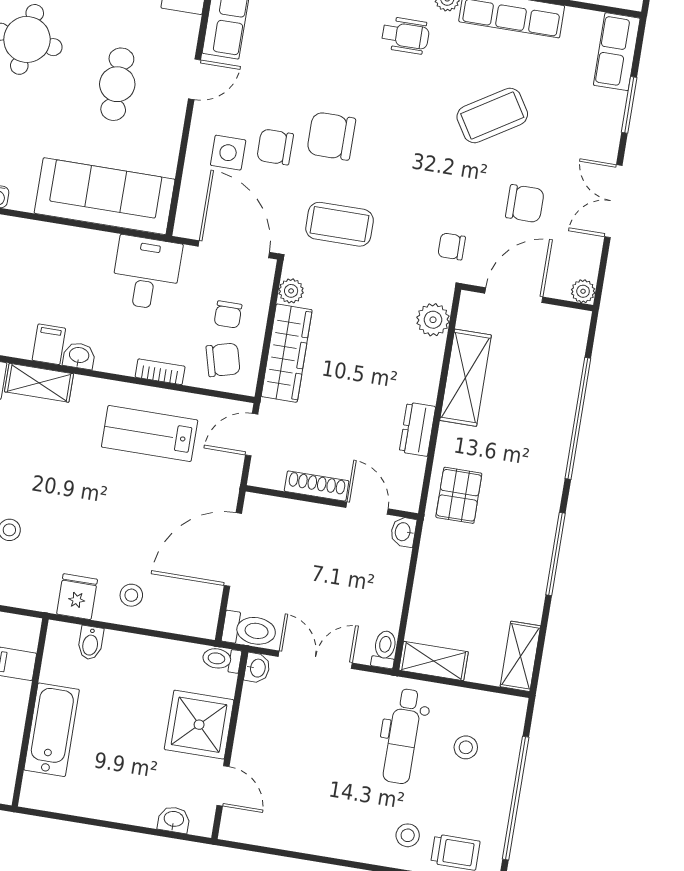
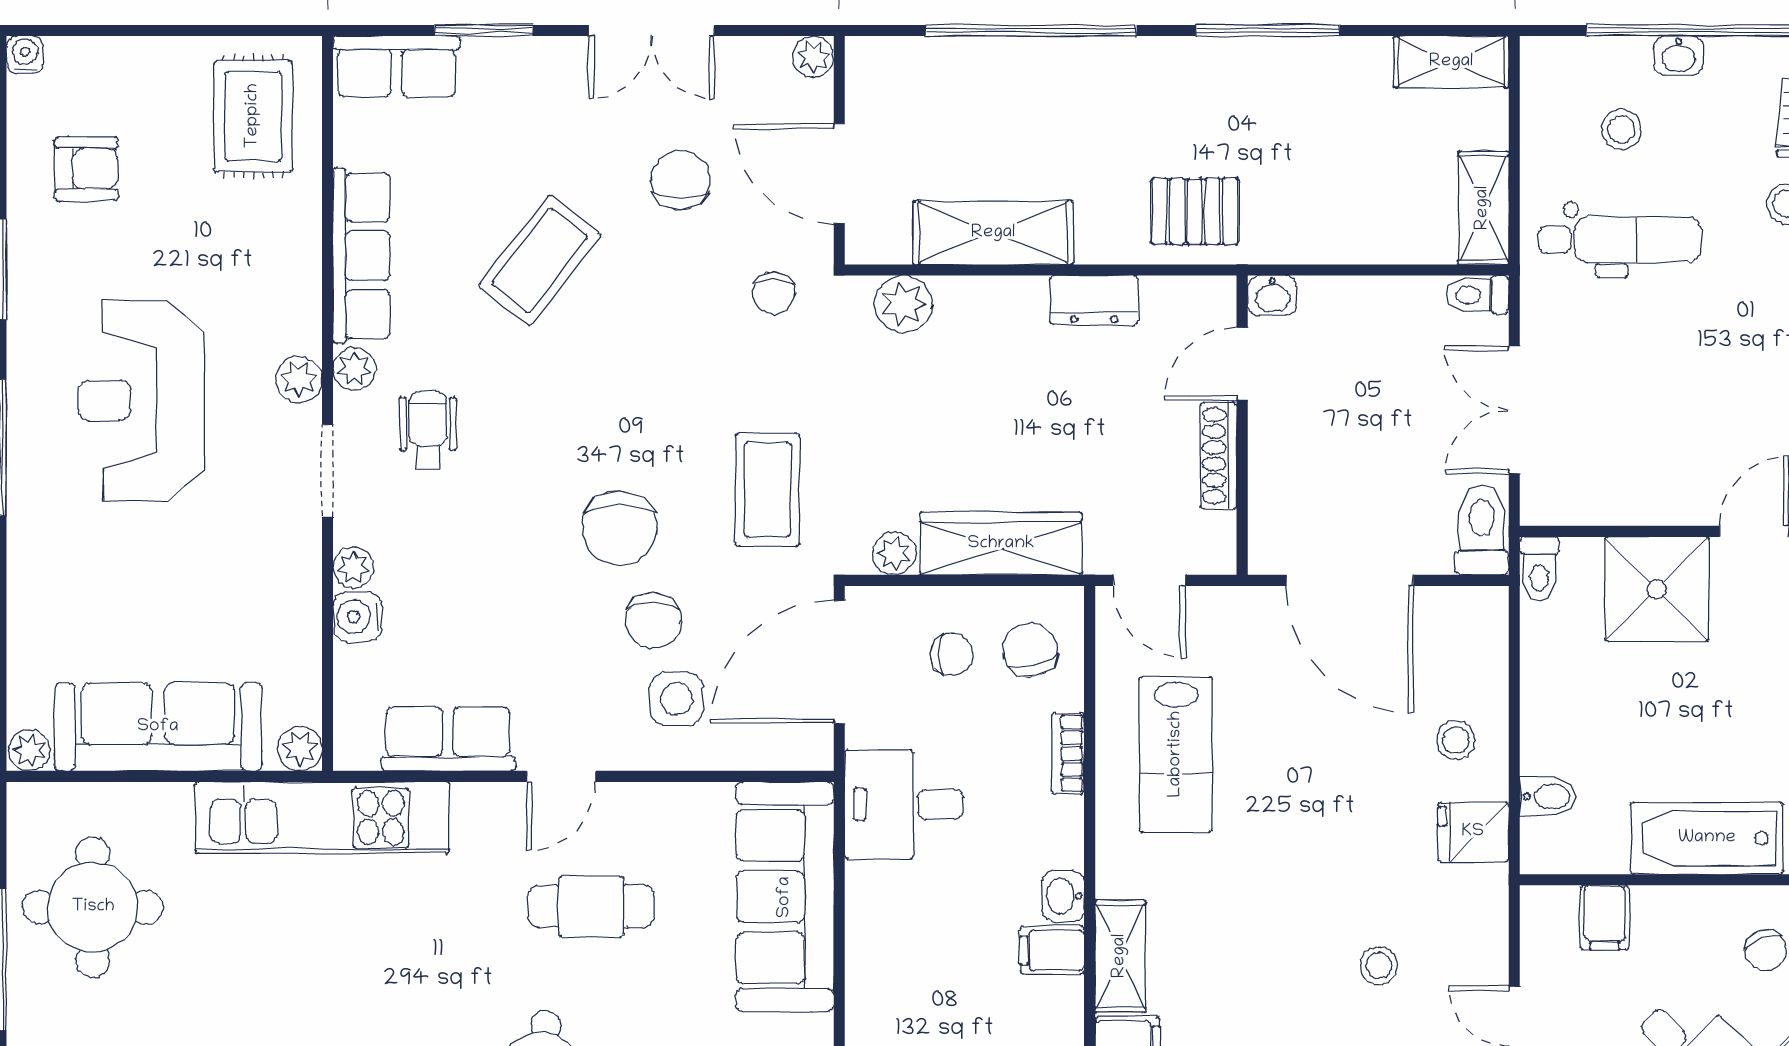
door: (195, 79) -> (561, 776), swing flipped
coffee table: (492, 115) -> (540, 260), turned 70
washbasin: (257, 668) -> (1679, 56), moved, turned 180

